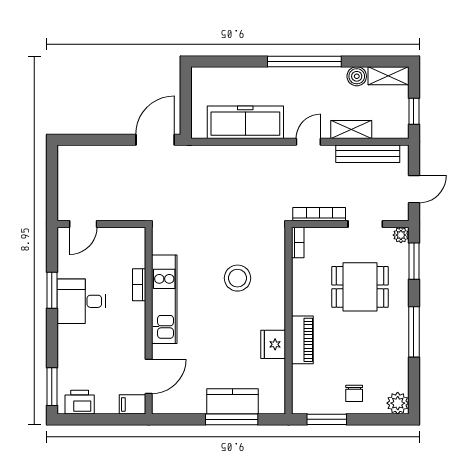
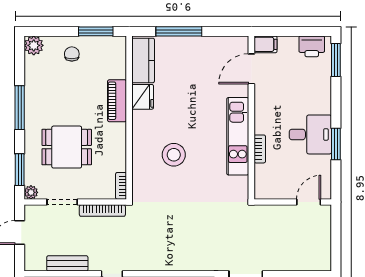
bench: (368, 154) -> (67, 263), width x0.73
kitchen counter: (232, 401) -> (143, 60), moved, turned -90

